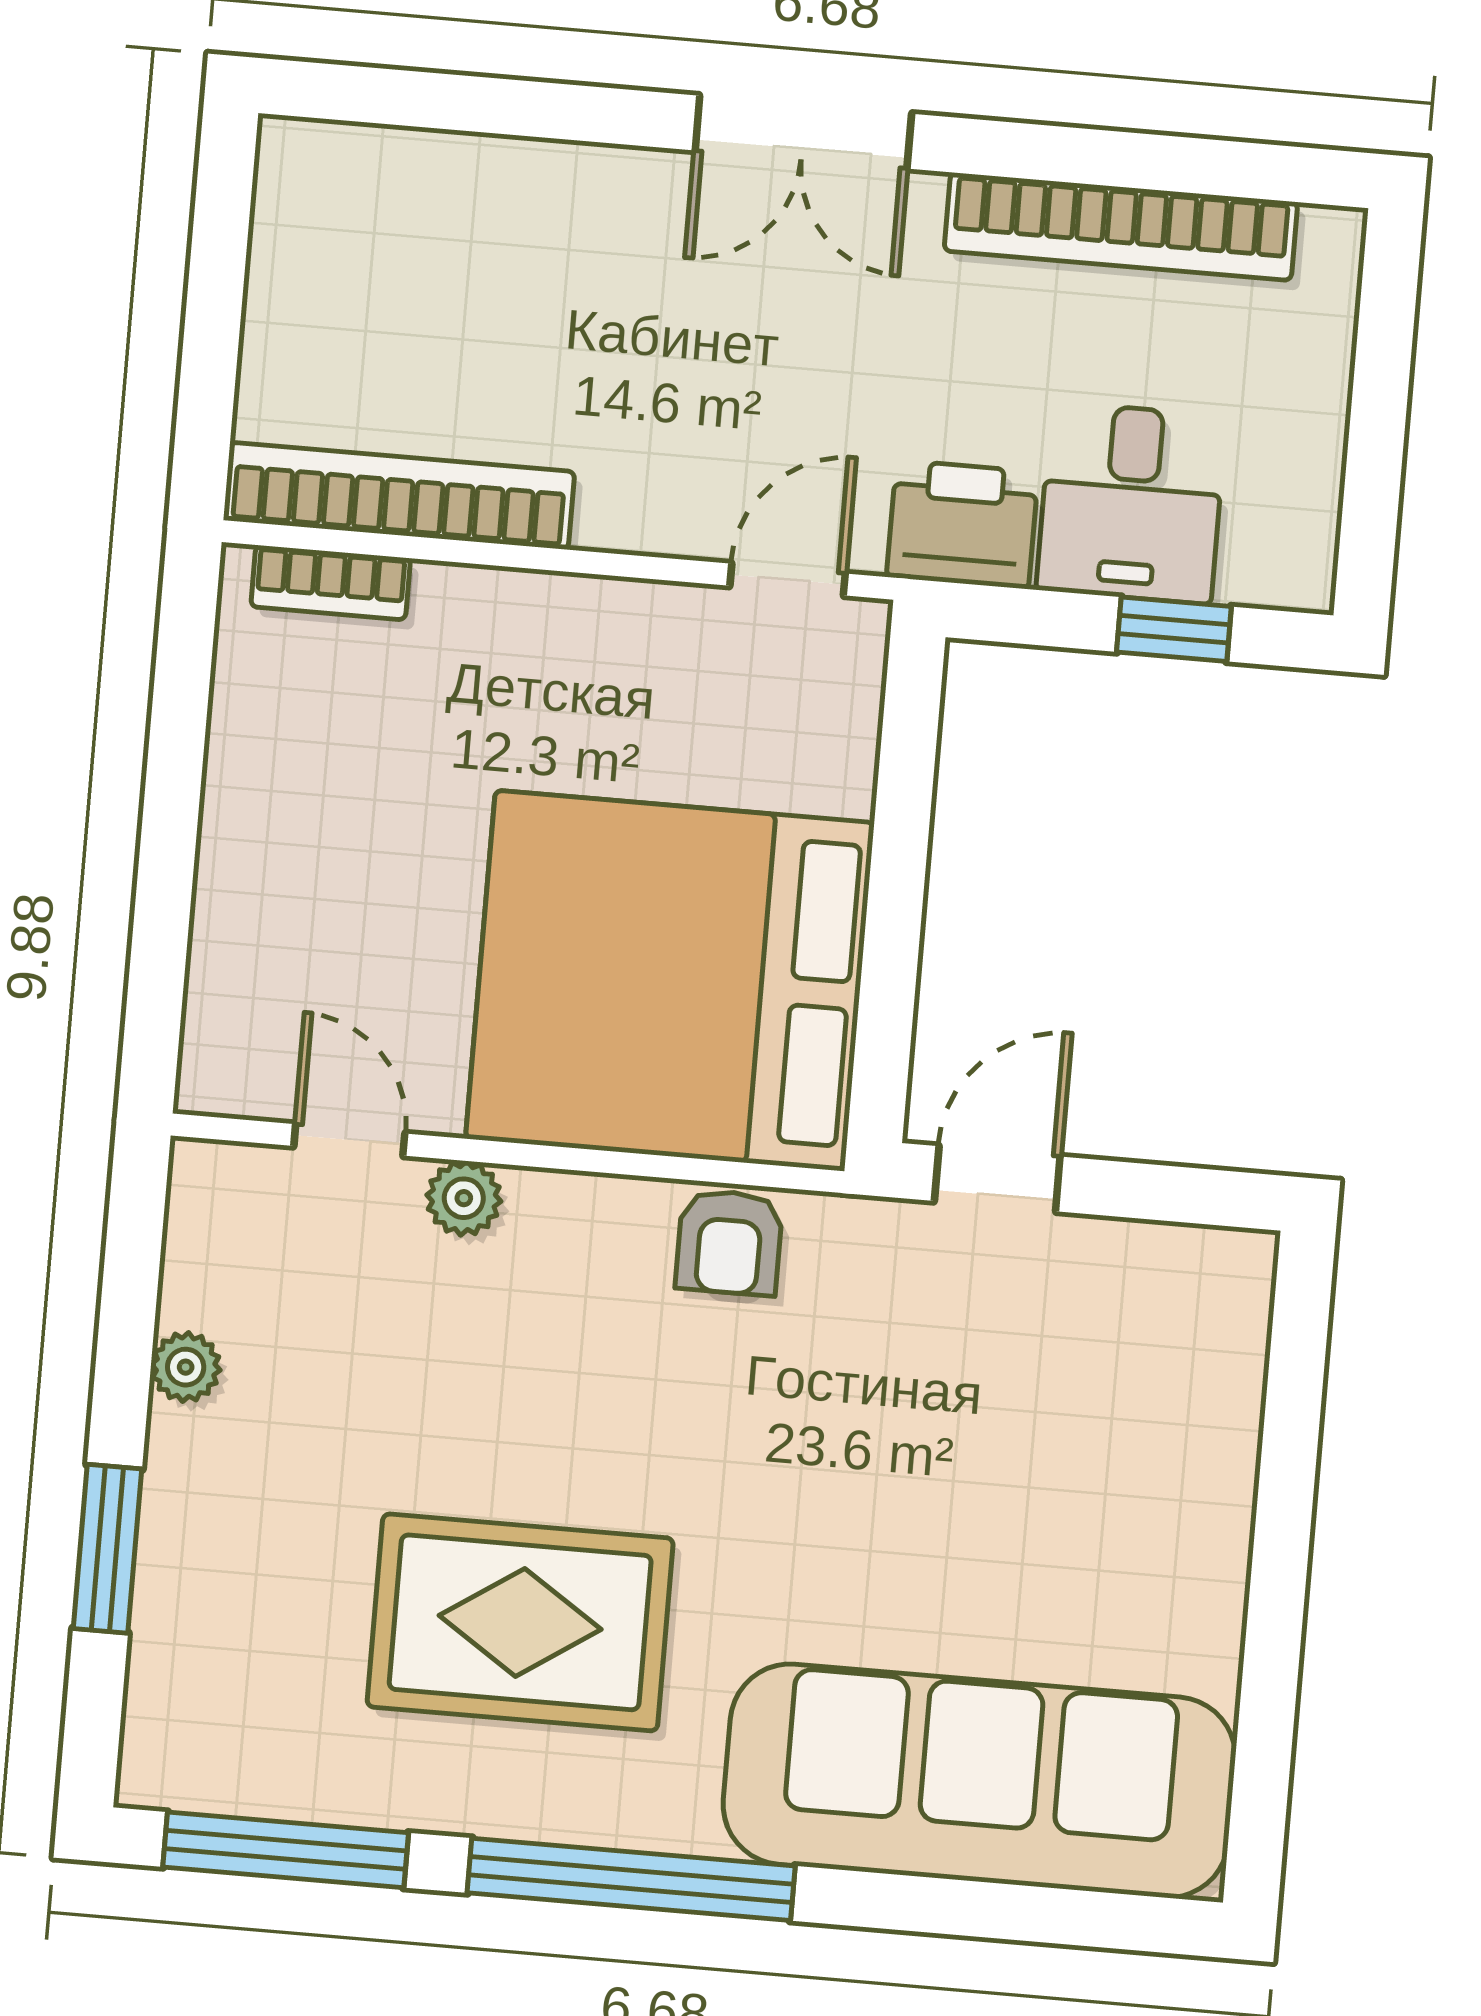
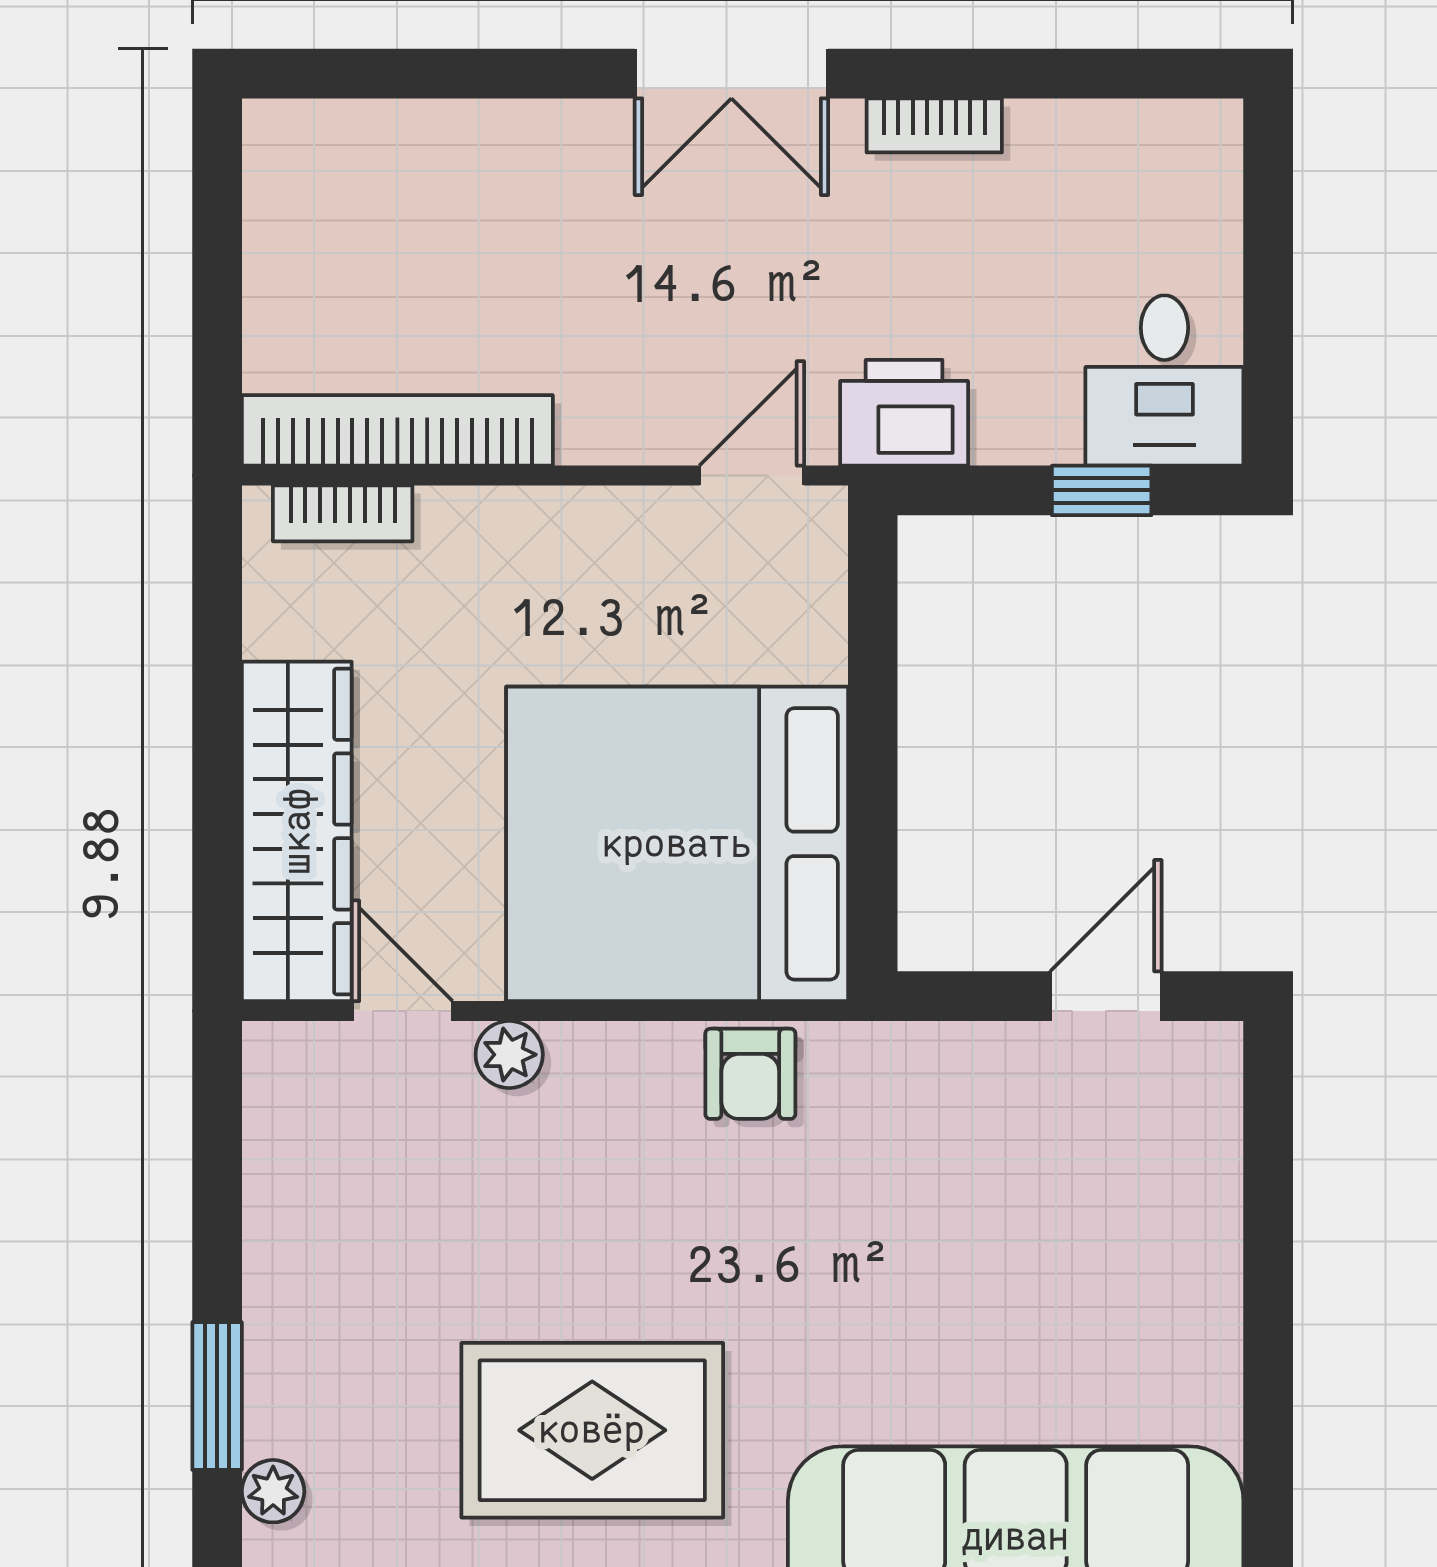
bookcase: (1121, 227) -> (934, 125), width x0.43, depth x0.76
desk: (1131, 503) -> (1164, 381), moved
wardrobe: (249, 931) -> (297, 831), added
door: (997, 1179) -> (1106, 996), moved
plant: (186, 1367) -> (273, 1491), moved

